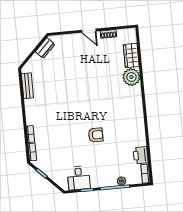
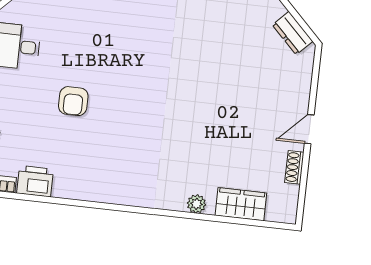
plant: (131, 77) -> (196, 204), width x0.53, depth x0.53
armchair: (96, 135) -> (73, 101), moved

